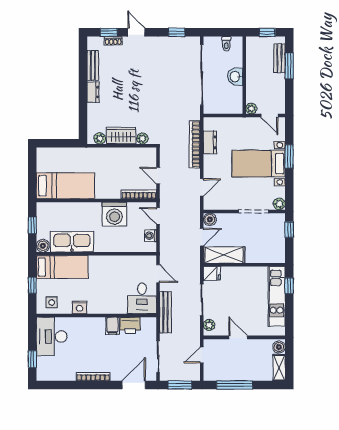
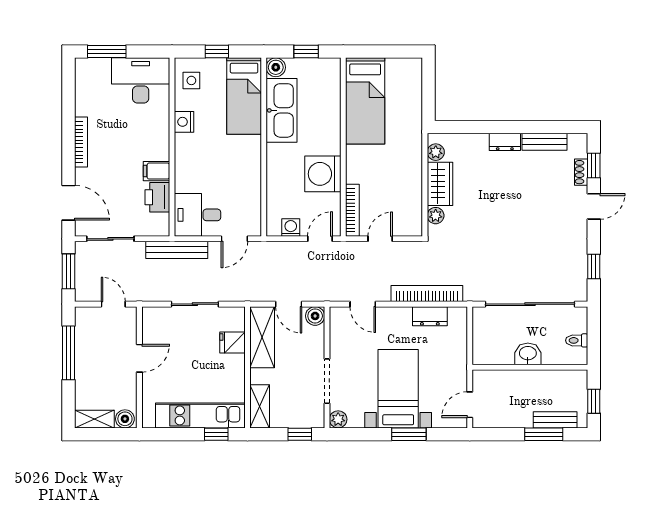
plant: (251, 109) -> (480, 378), removed
shelving: (270, 257) -> (260, 406), added
fridge: (212, 274) -> (232, 342), moved, turned 90
plant: (209, 325) -> (158, 315), removed
window: (32, 359) -> (107, 52), width x1.50

